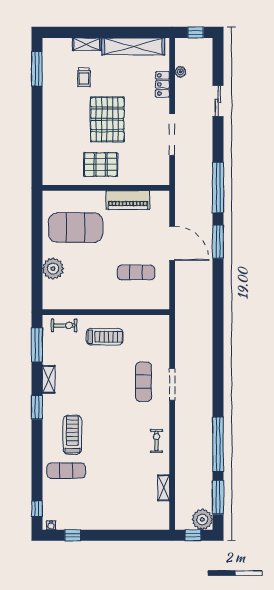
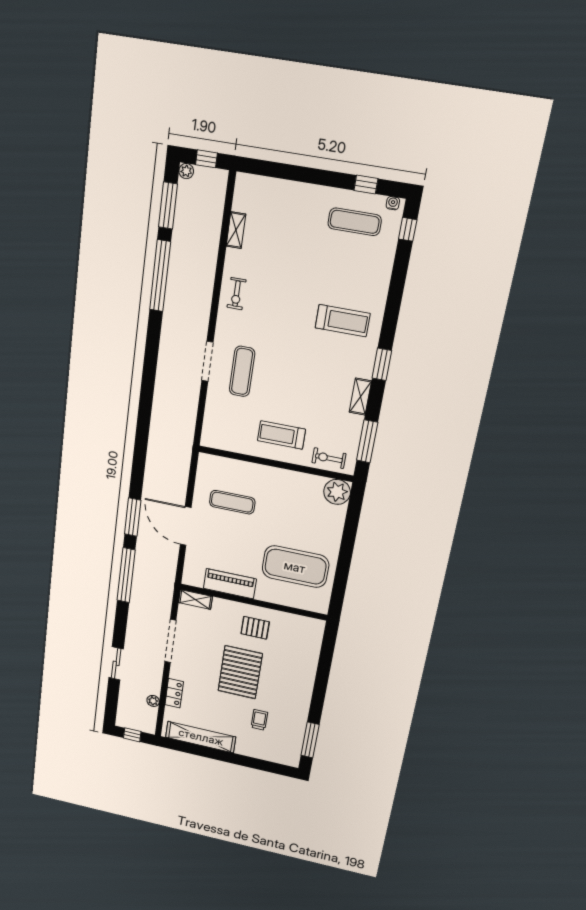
shelving: (87, 44) -> (195, 599), moved
pallet: (101, 164) -> (255, 628), width x0.67, depth x0.71
plant: (53, 269) -> (337, 492), moved
treadmill: (72, 435) -> (343, 321), turned -90
exercise mat: (66, 471) -> (355, 222), moved
plant: (202, 519) -> (186, 171), width x0.53, depth x0.53

